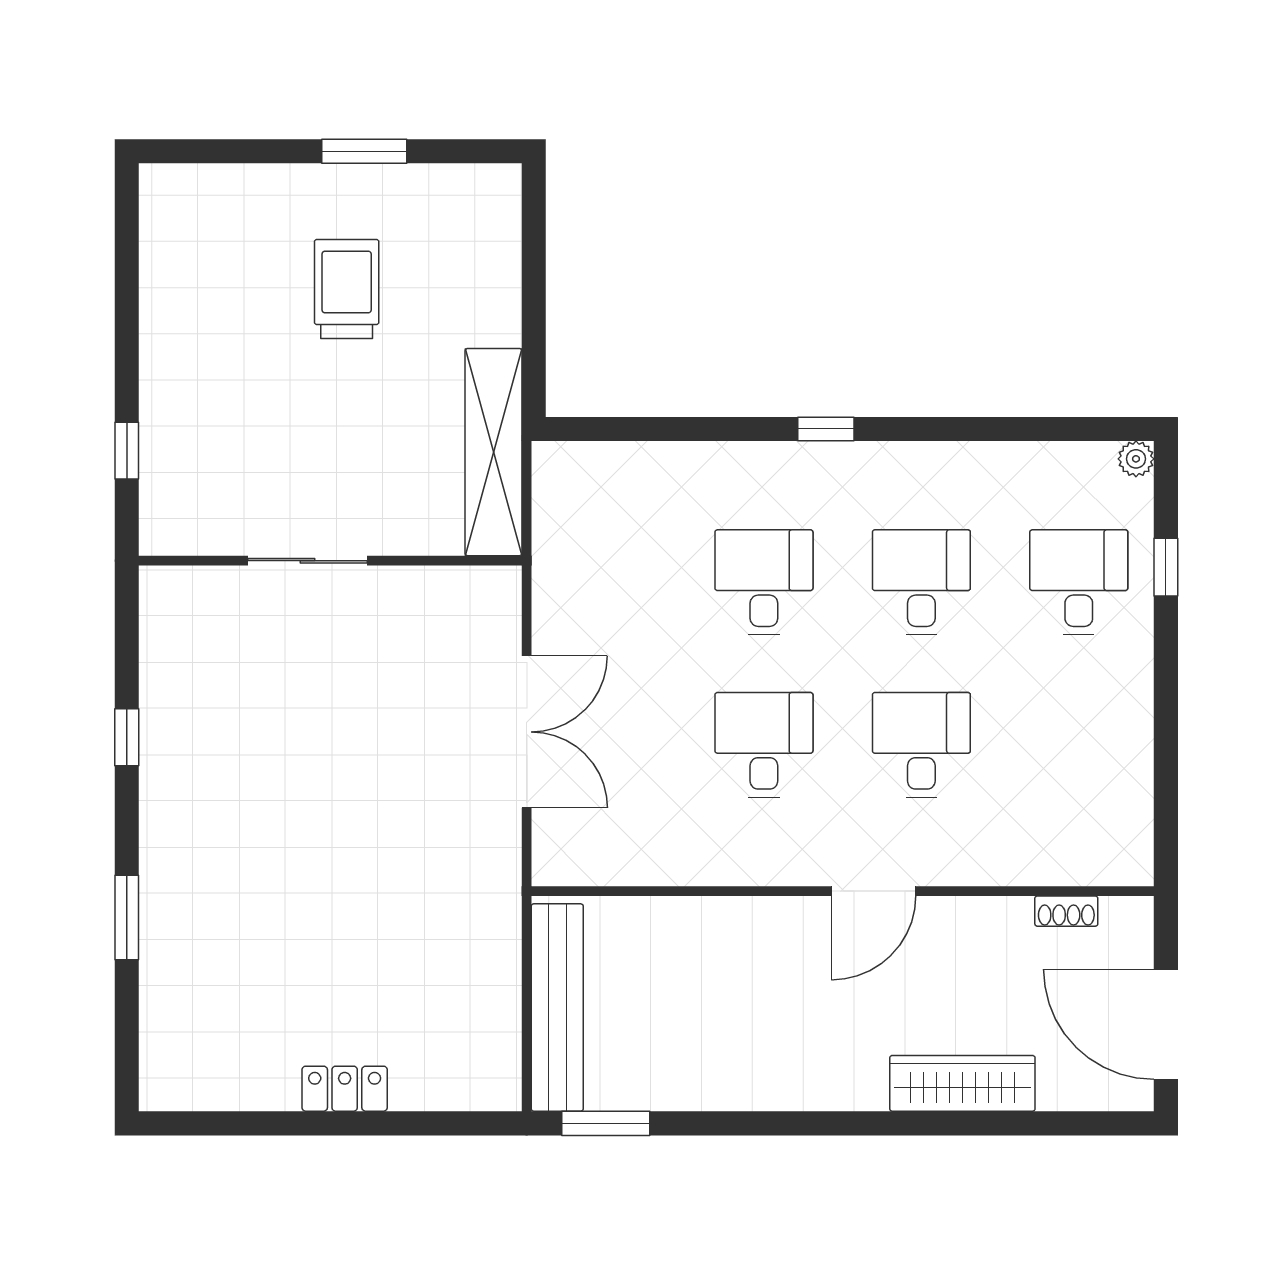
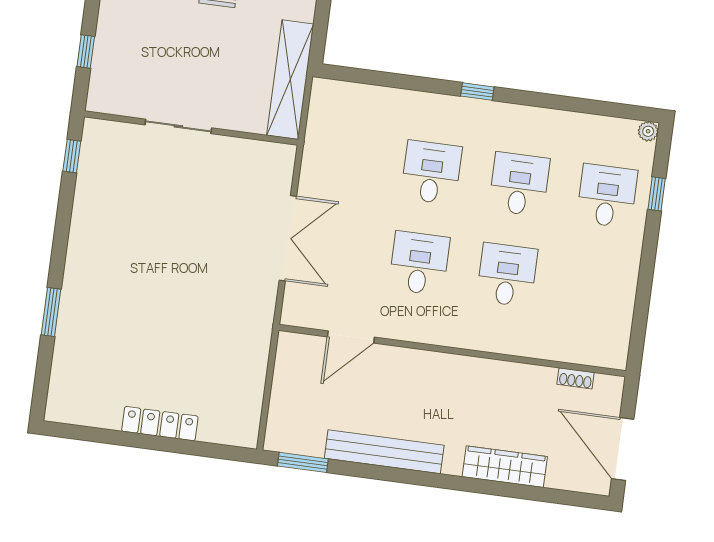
window: (127, 737) -> (72, 156), moved
door: (874, 891) -> (351, 337), moved
bench: (557, 1007) -> (384, 452), moved, turned 90
locker: (345, 1089) -> (160, 424), width x1.53

